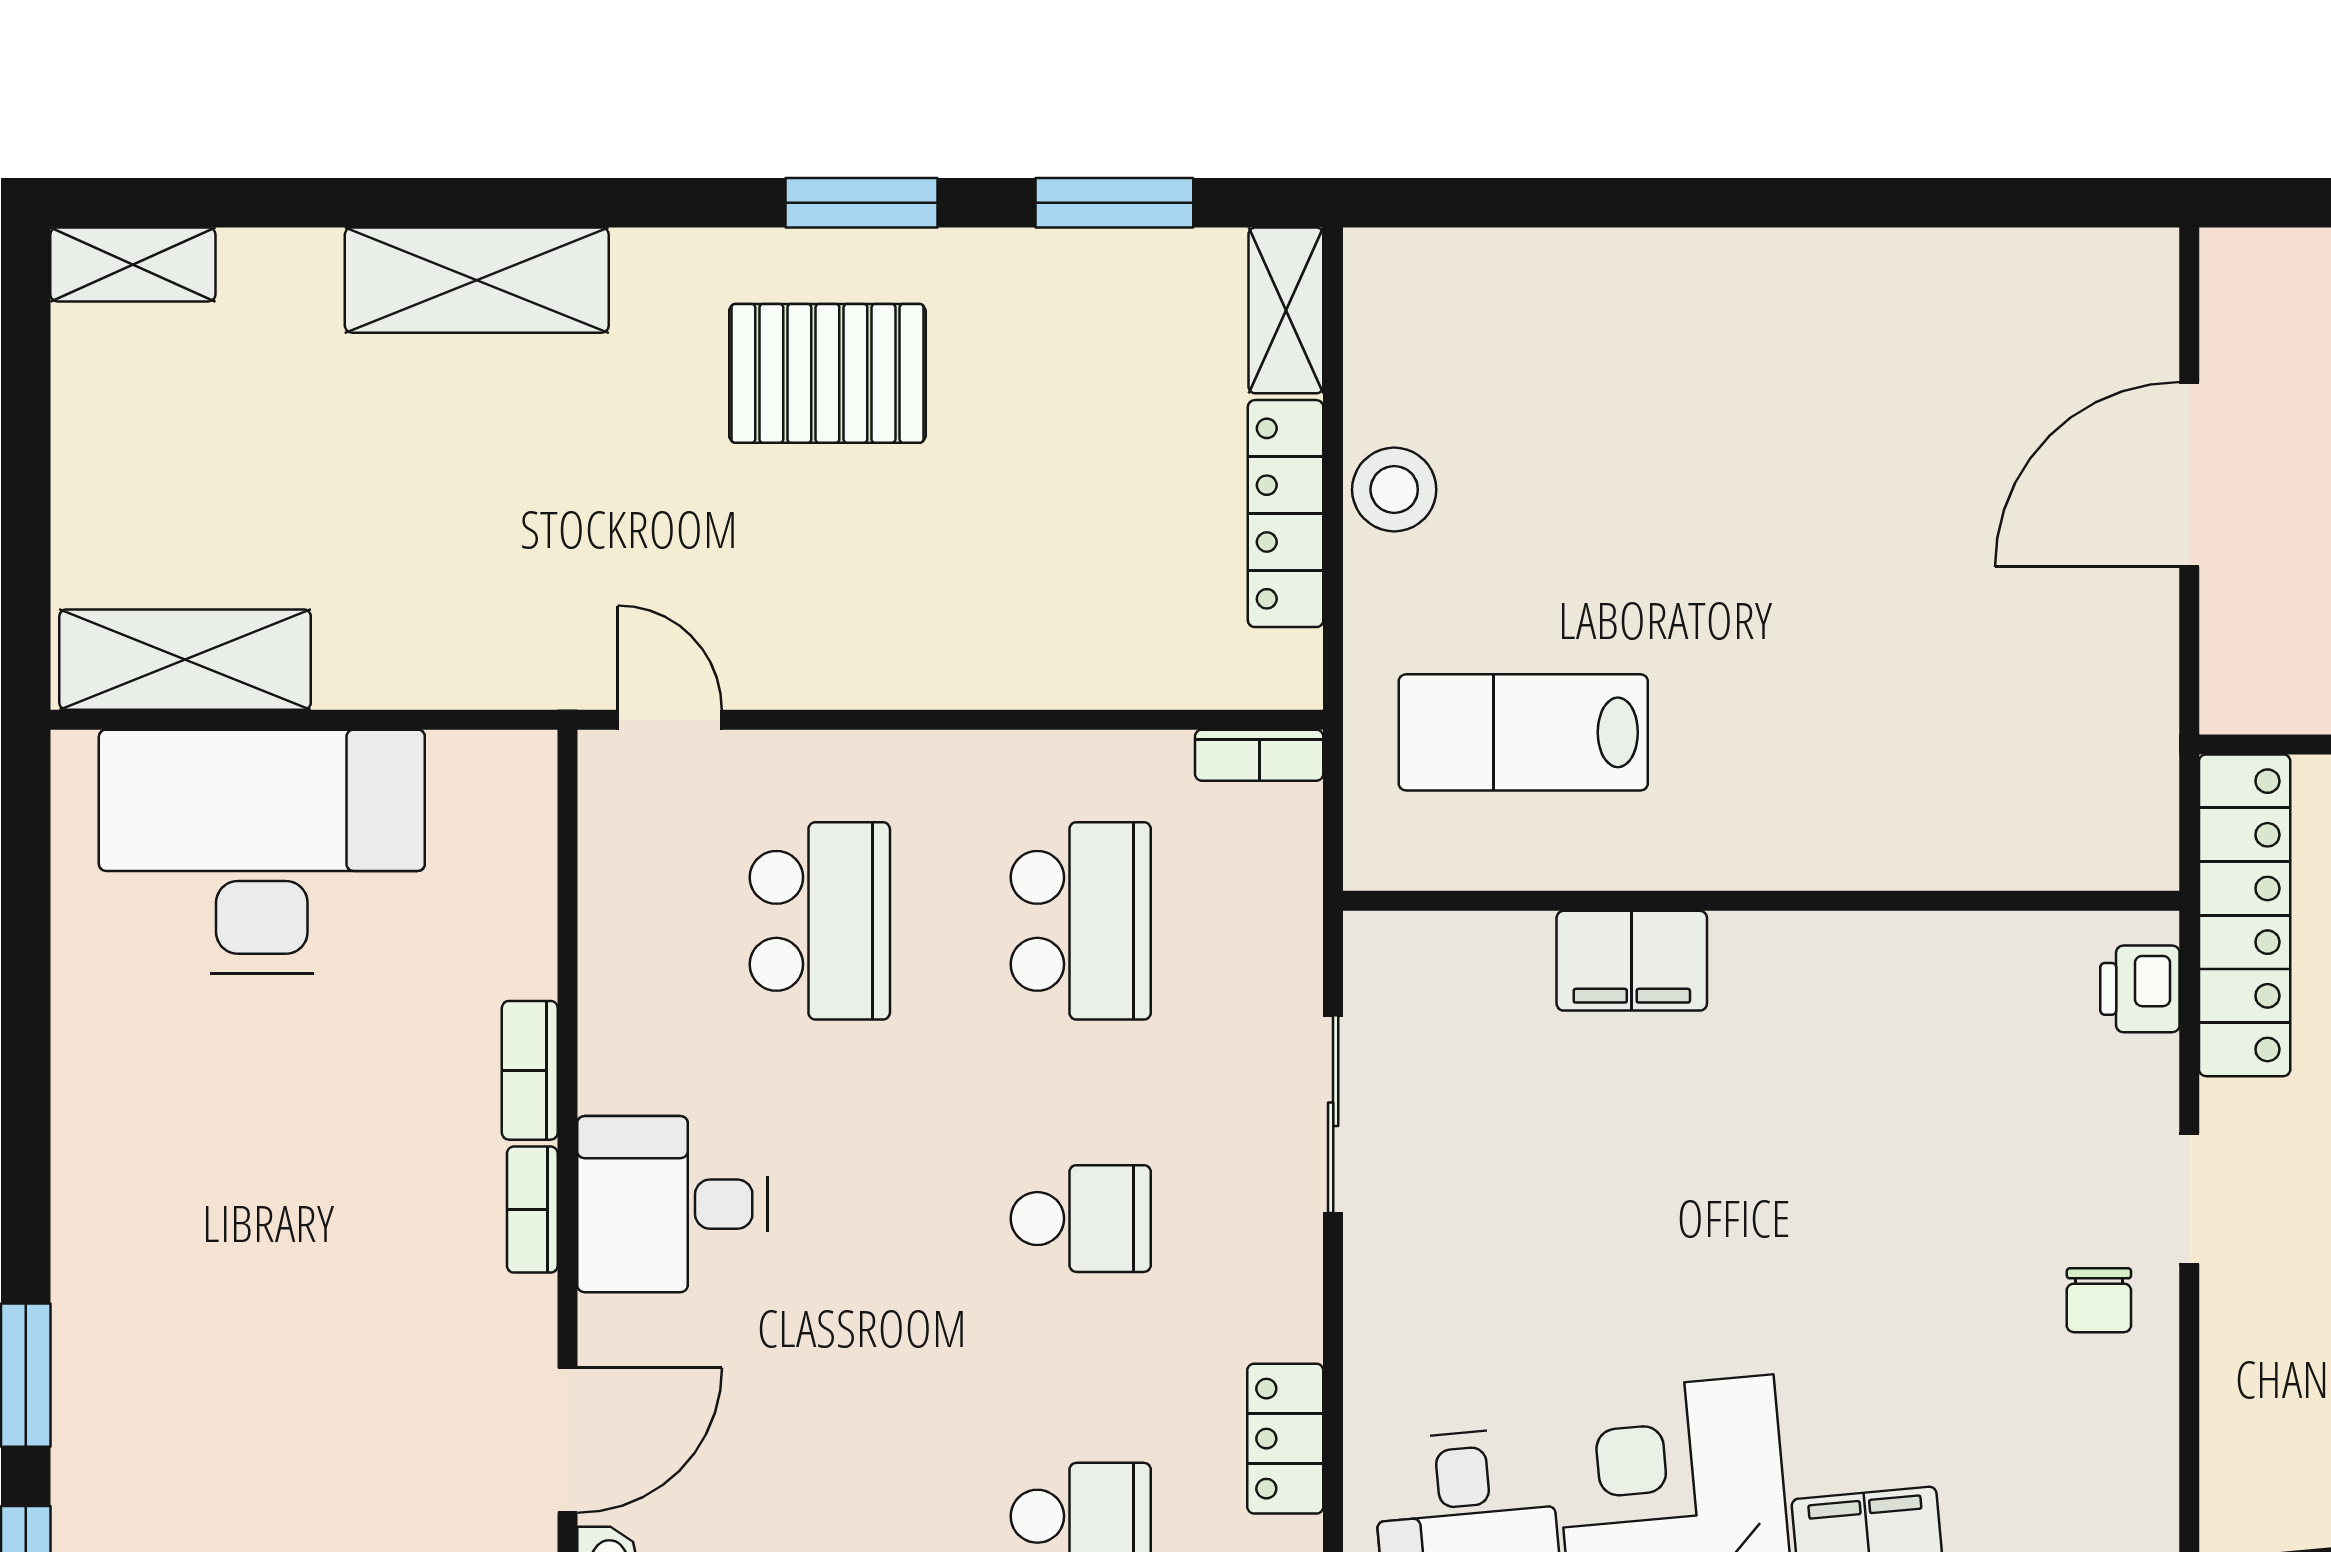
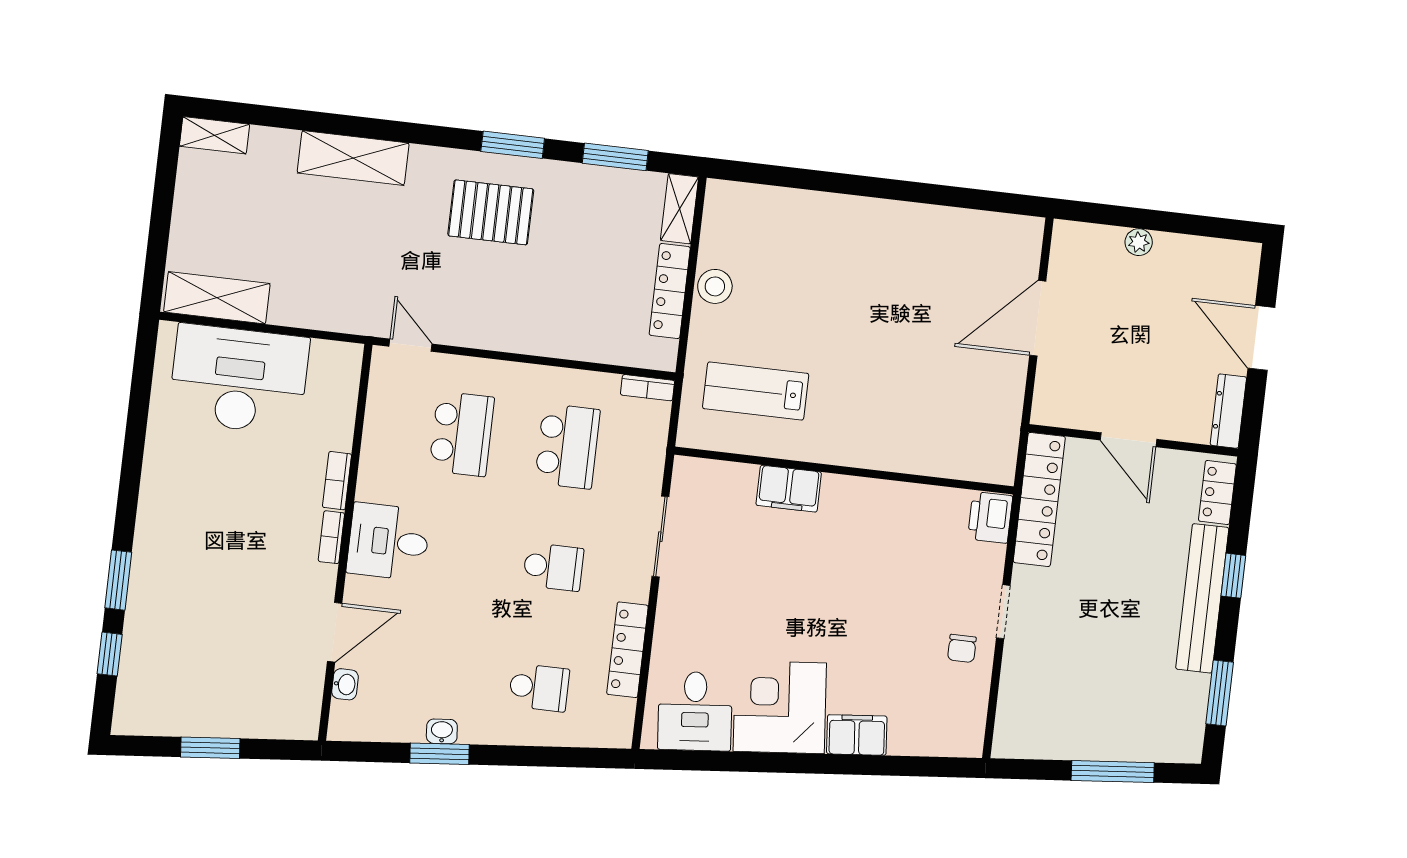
printer: (2140, 989) -> (990, 517), width x1.36, depth x1.24
locker: (1285, 1439) -> (627, 650), width x1.53

